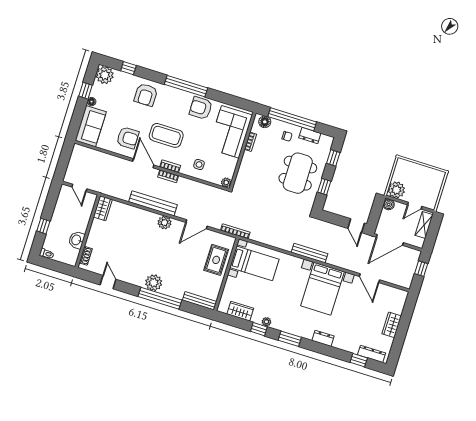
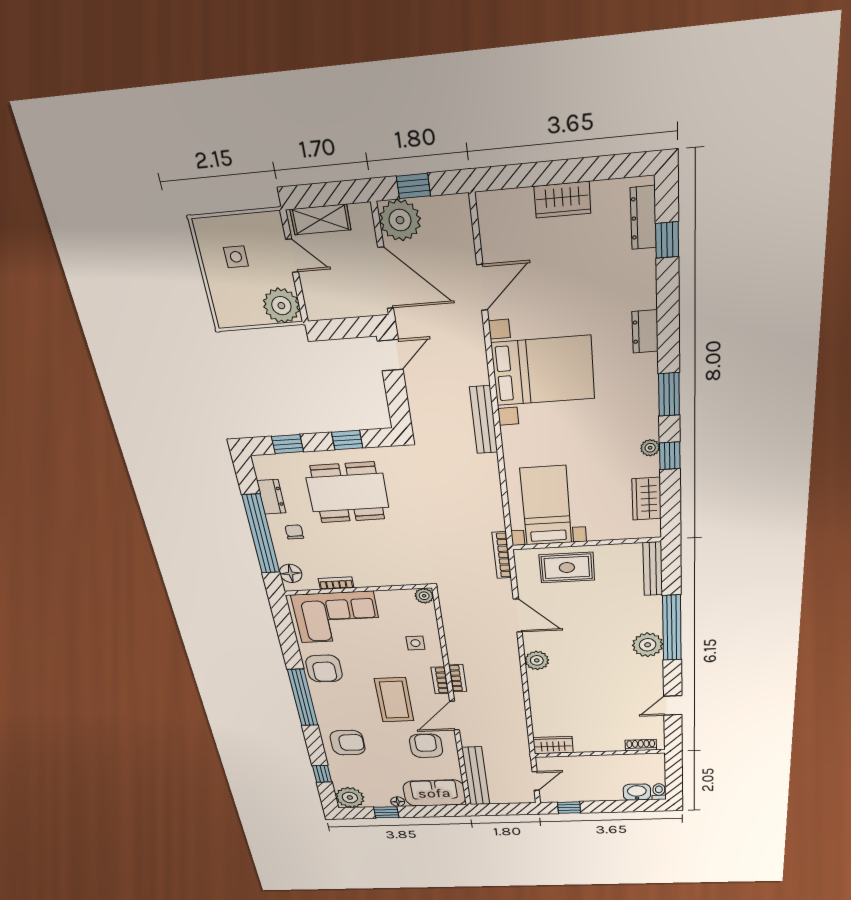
side table: (424, 182) -> (236, 257), added
bench: (153, 203) -> (476, 776), moved
boiler: (389, 204) -> (317, 309), removed
window: (43, 226) -> (569, 808), moved
washbasin: (77, 240) -> (637, 792), moved, turned 180
plant: (410, 257) -> (400, 220), added

